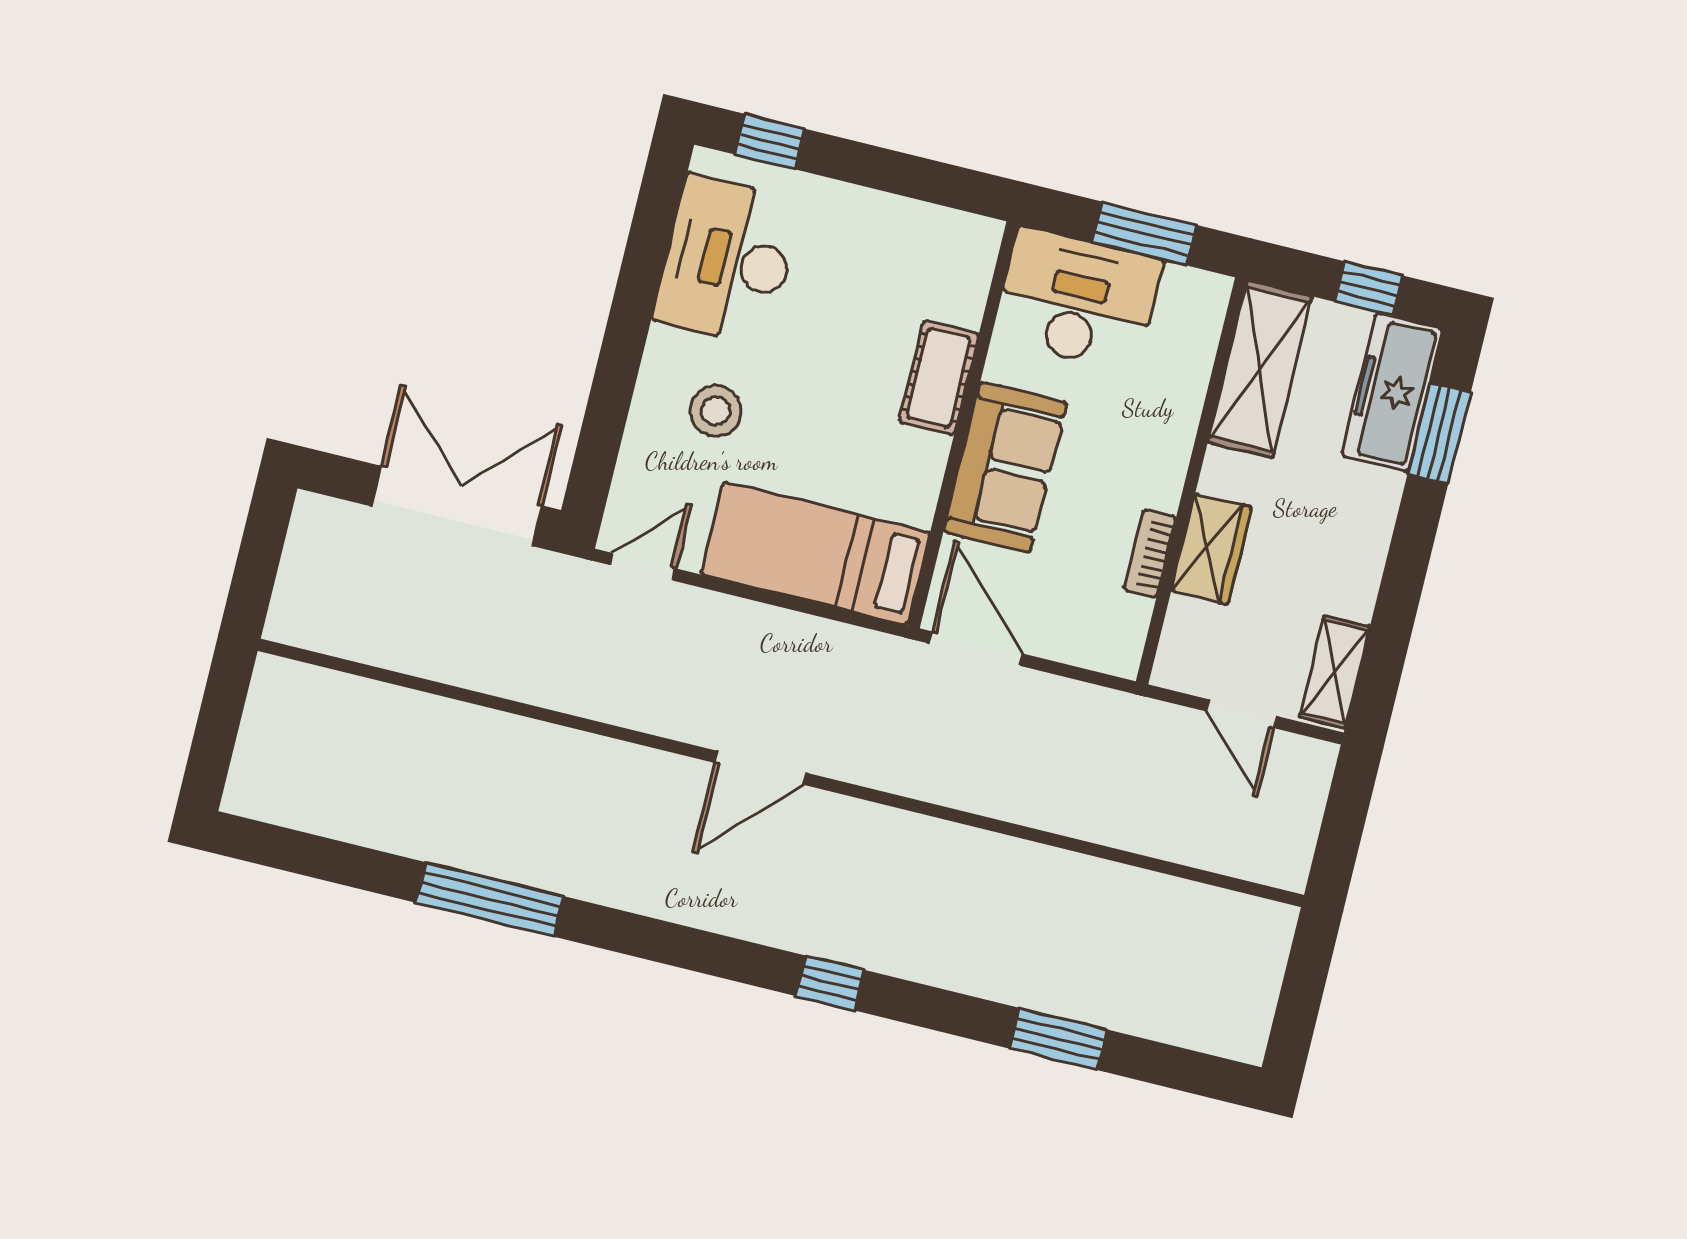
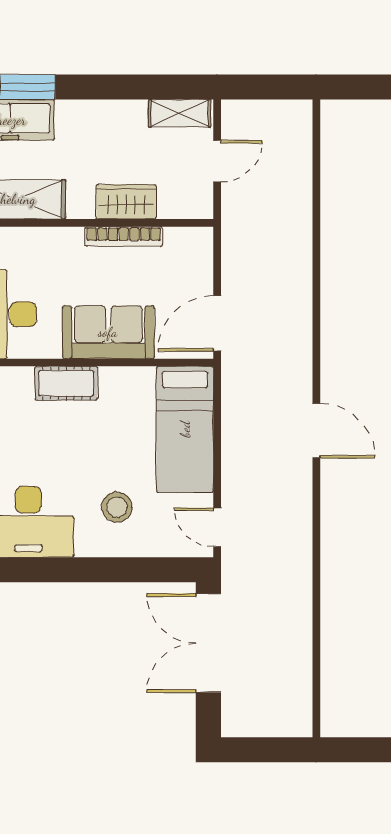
bookcase: (1150, 554) -> (124, 237), width x1.56

